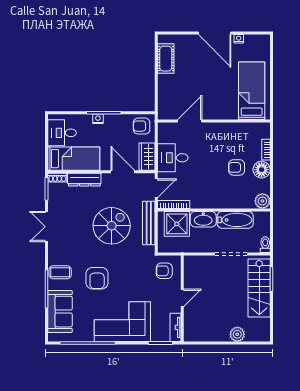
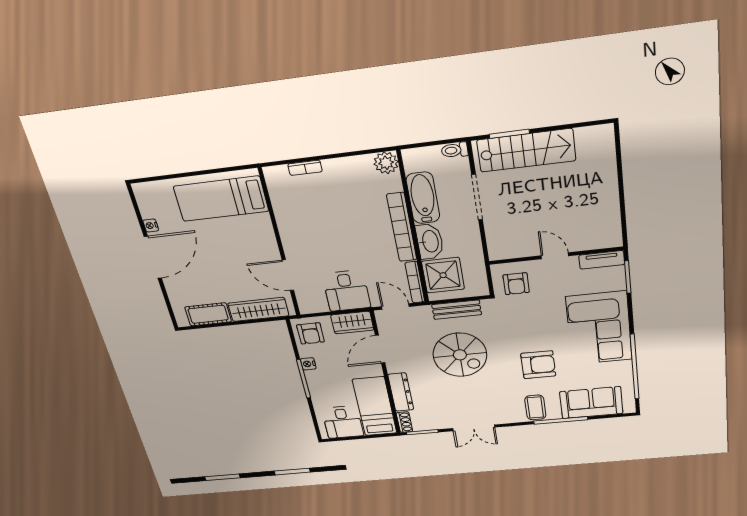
wardrobe: (165, 94) -> (258, 309), added
nightstand: (98, 119) -> (308, 364), moved
armchair: (237, 167) -> (342, 206), removed
floor lamp: (262, 170) -> (337, 170), removed
bookcase: (216, 203) -> (402, 227), added
bench: (149, 223) -> (457, 310), width x0.73
spiral stairs: (112, 226) -> (460, 355), turned 180
plant: (237, 334) -> (605, 173), removed

